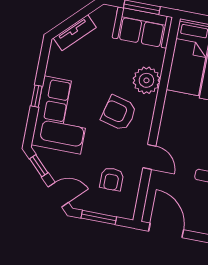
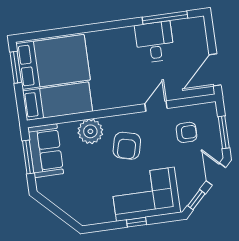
tv unit: (75, 33) -> (70, 208), removed

